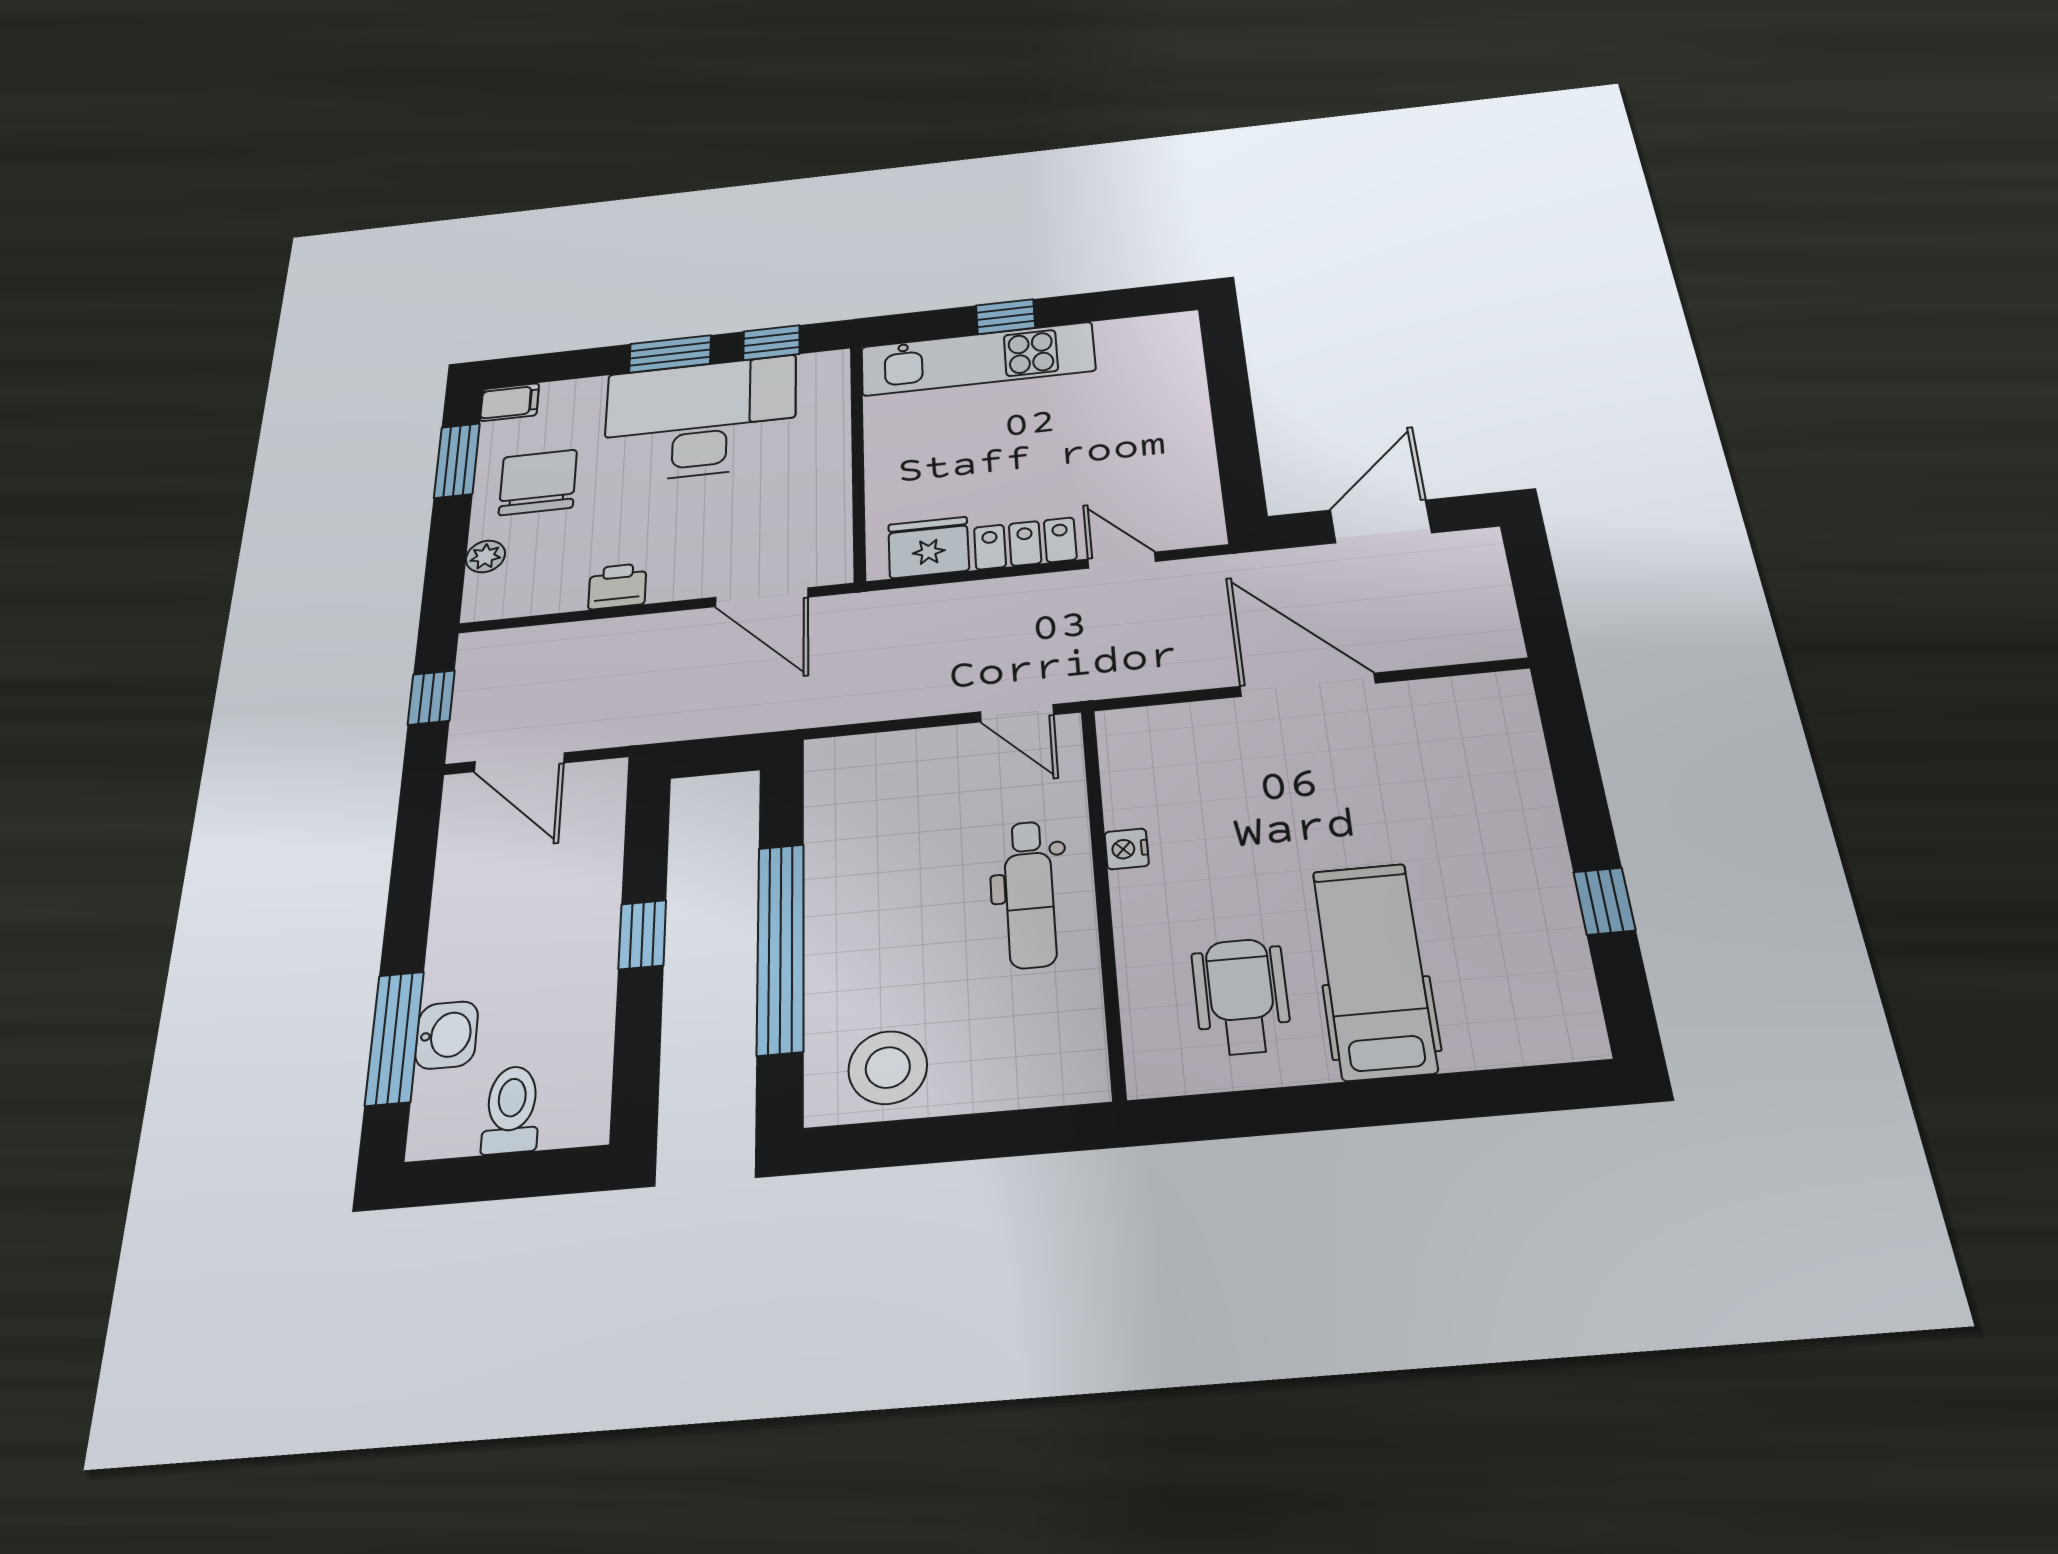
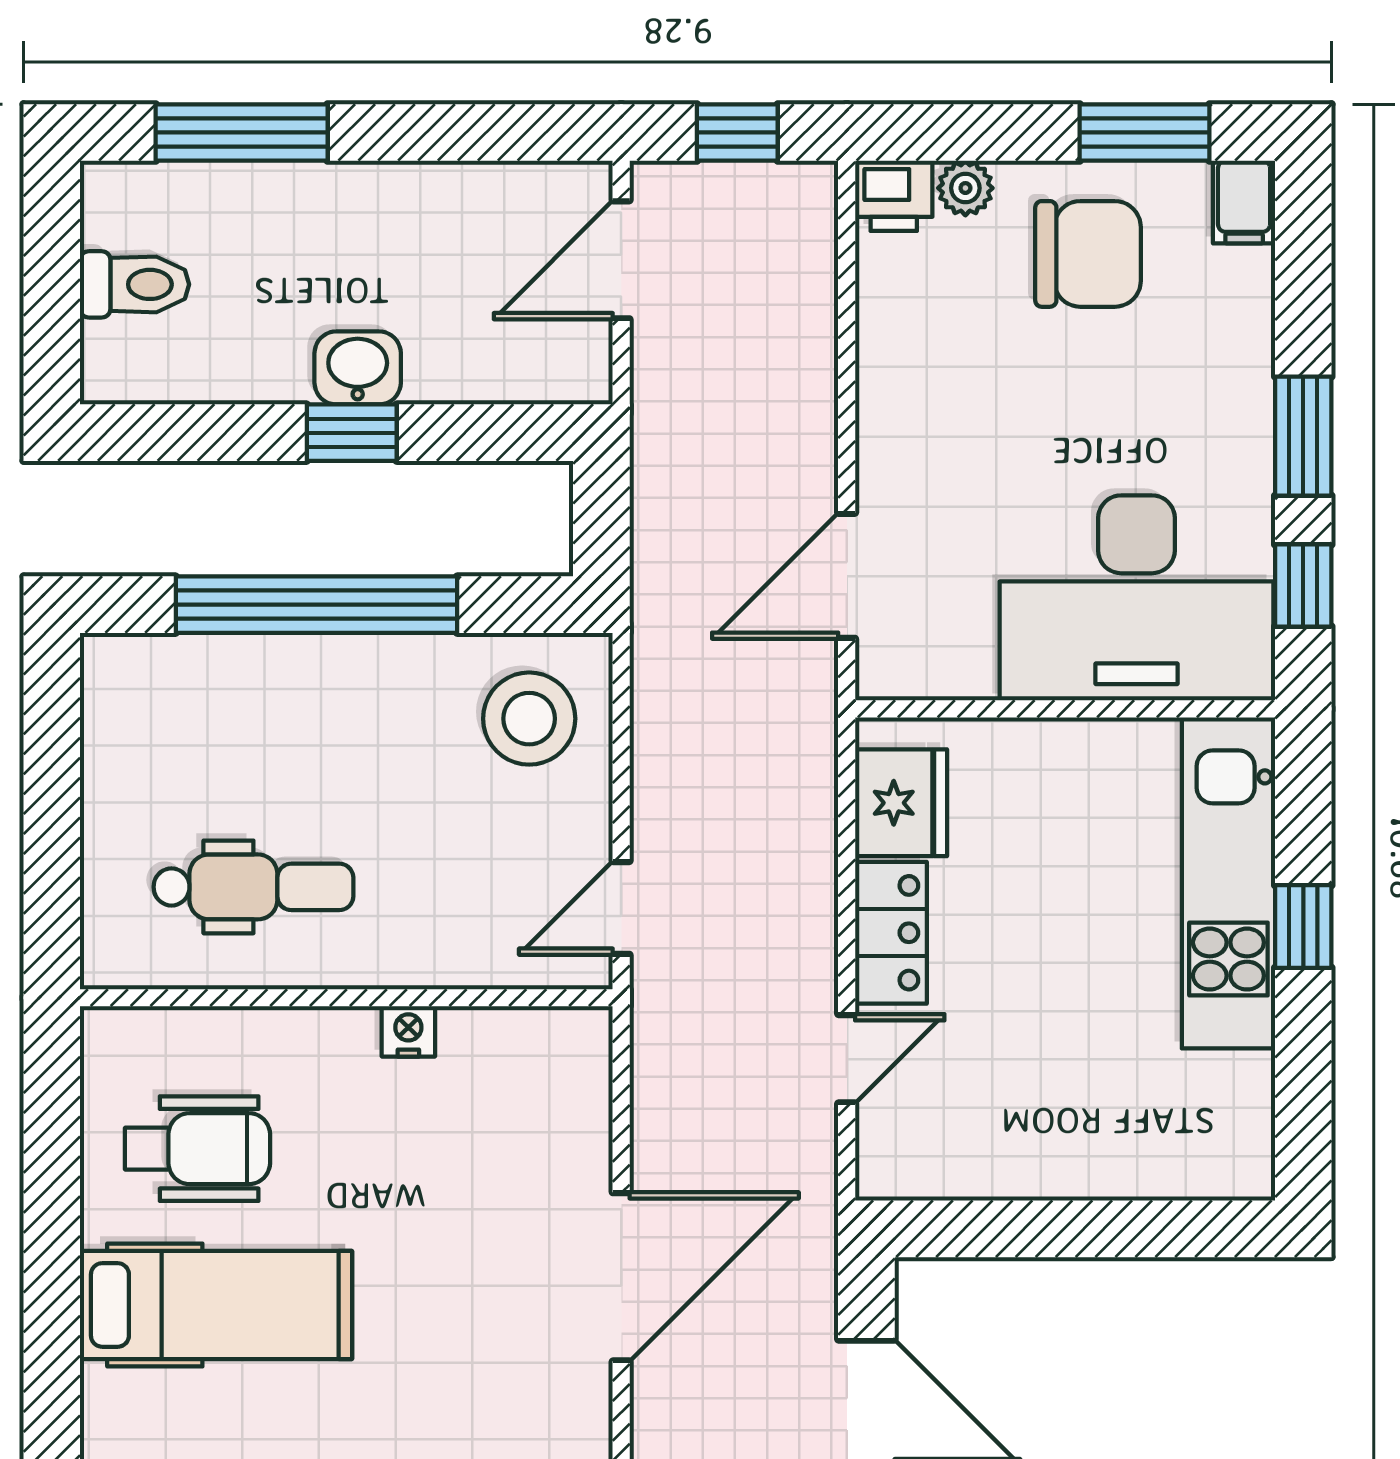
desk: (700, 419) -> (1137, 598), moved, turned 90
printer: (617, 586) -> (894, 196), moved, turned 90
dental chair: (1030, 894) -> (253, 887), moved, turned 180
washbasin: (447, 1035) -> (358, 368), moved, turned 180
stool: (888, 1068) -> (529, 719), moved

